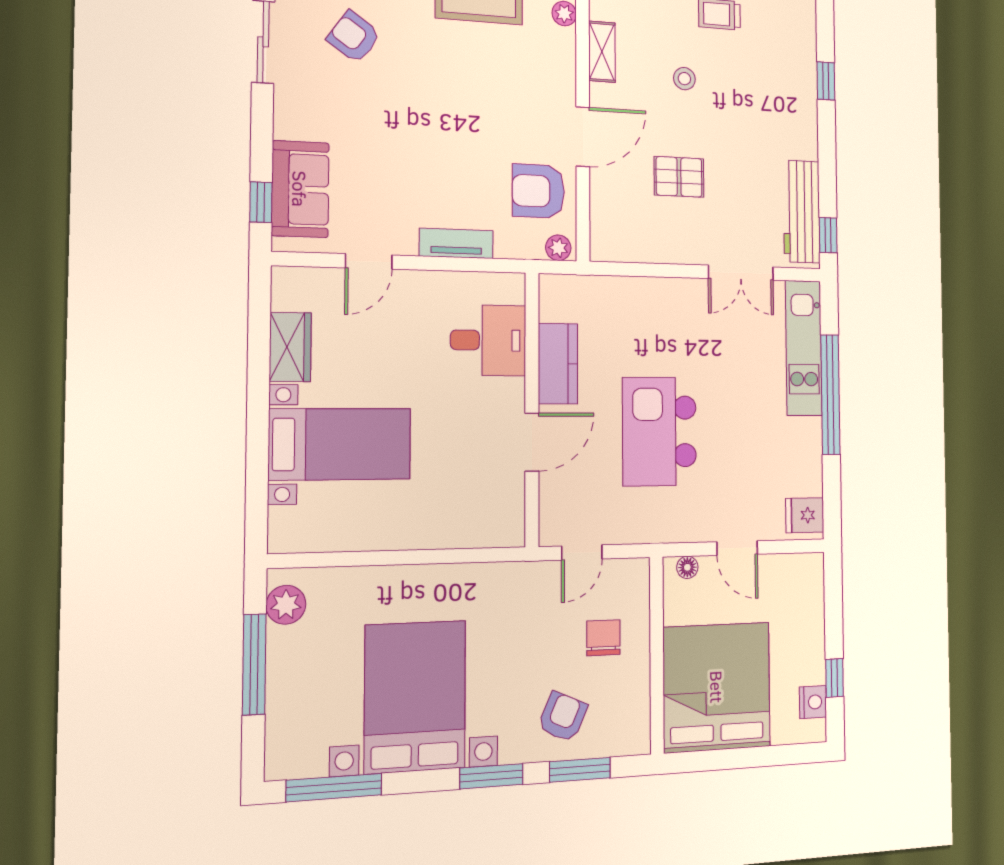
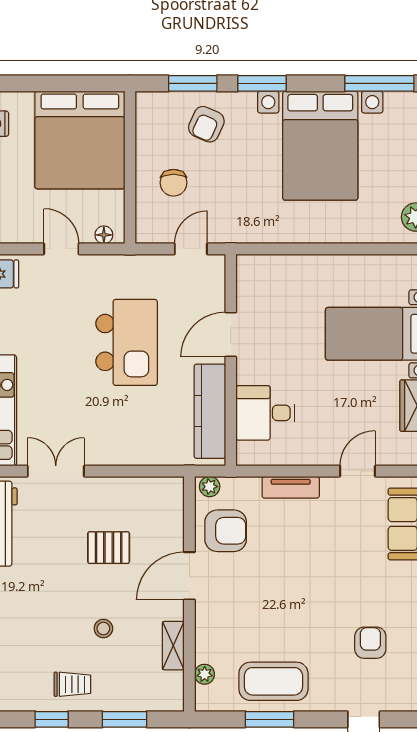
armchair: (354, 37) -> (370, 643), turned -125
kitchen counter: (558, 364) -> (210, 411), width x1.50

